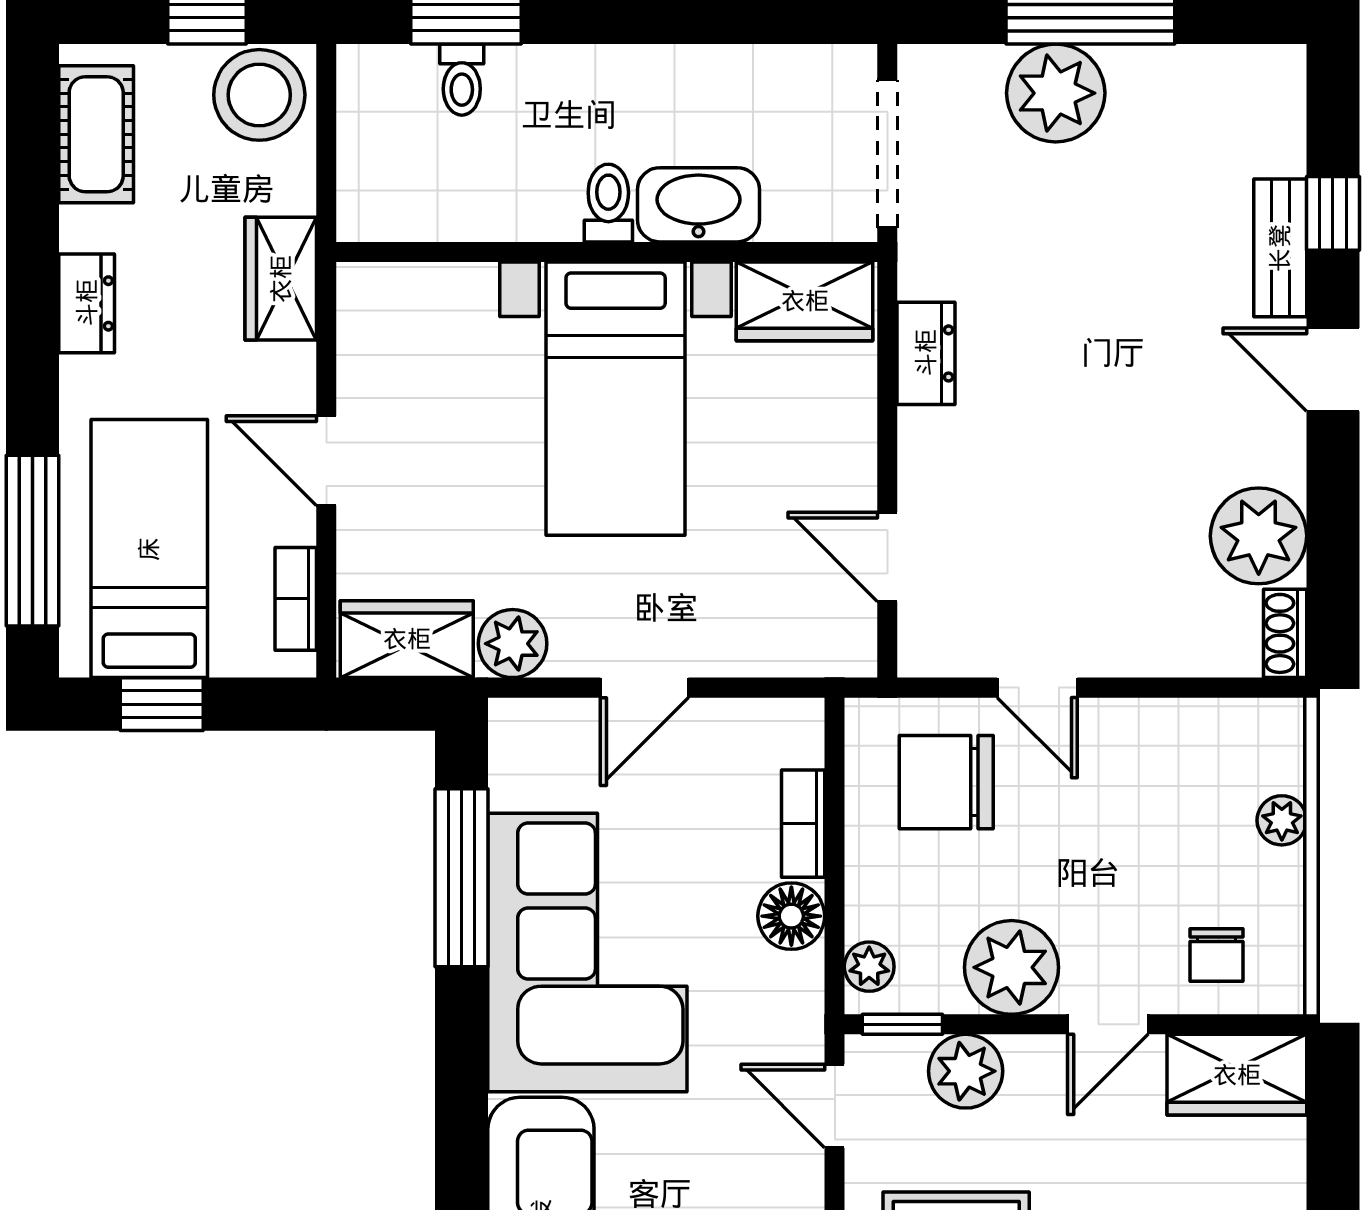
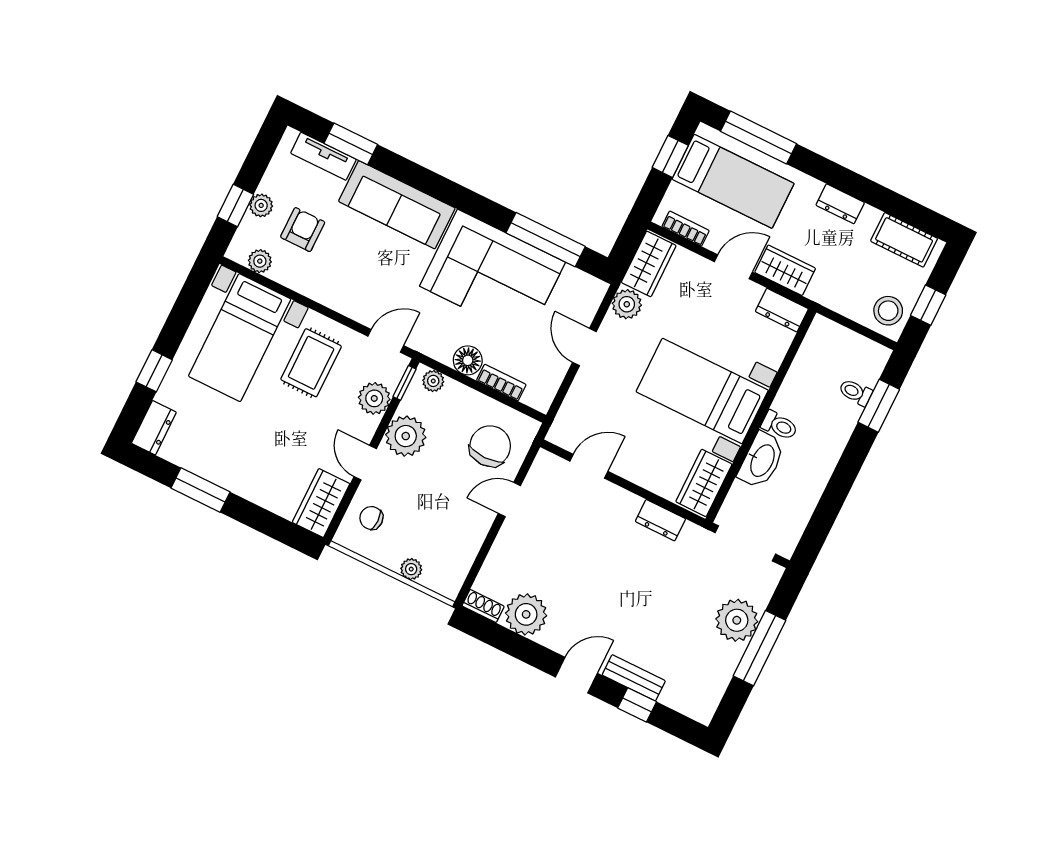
stool: (259, 95) -> (888, 311), width x0.73, depth x0.73
wardrobe: (281, 279) -> (785, 270), moved
dresser: (367, 316) -> (782, 310), added

